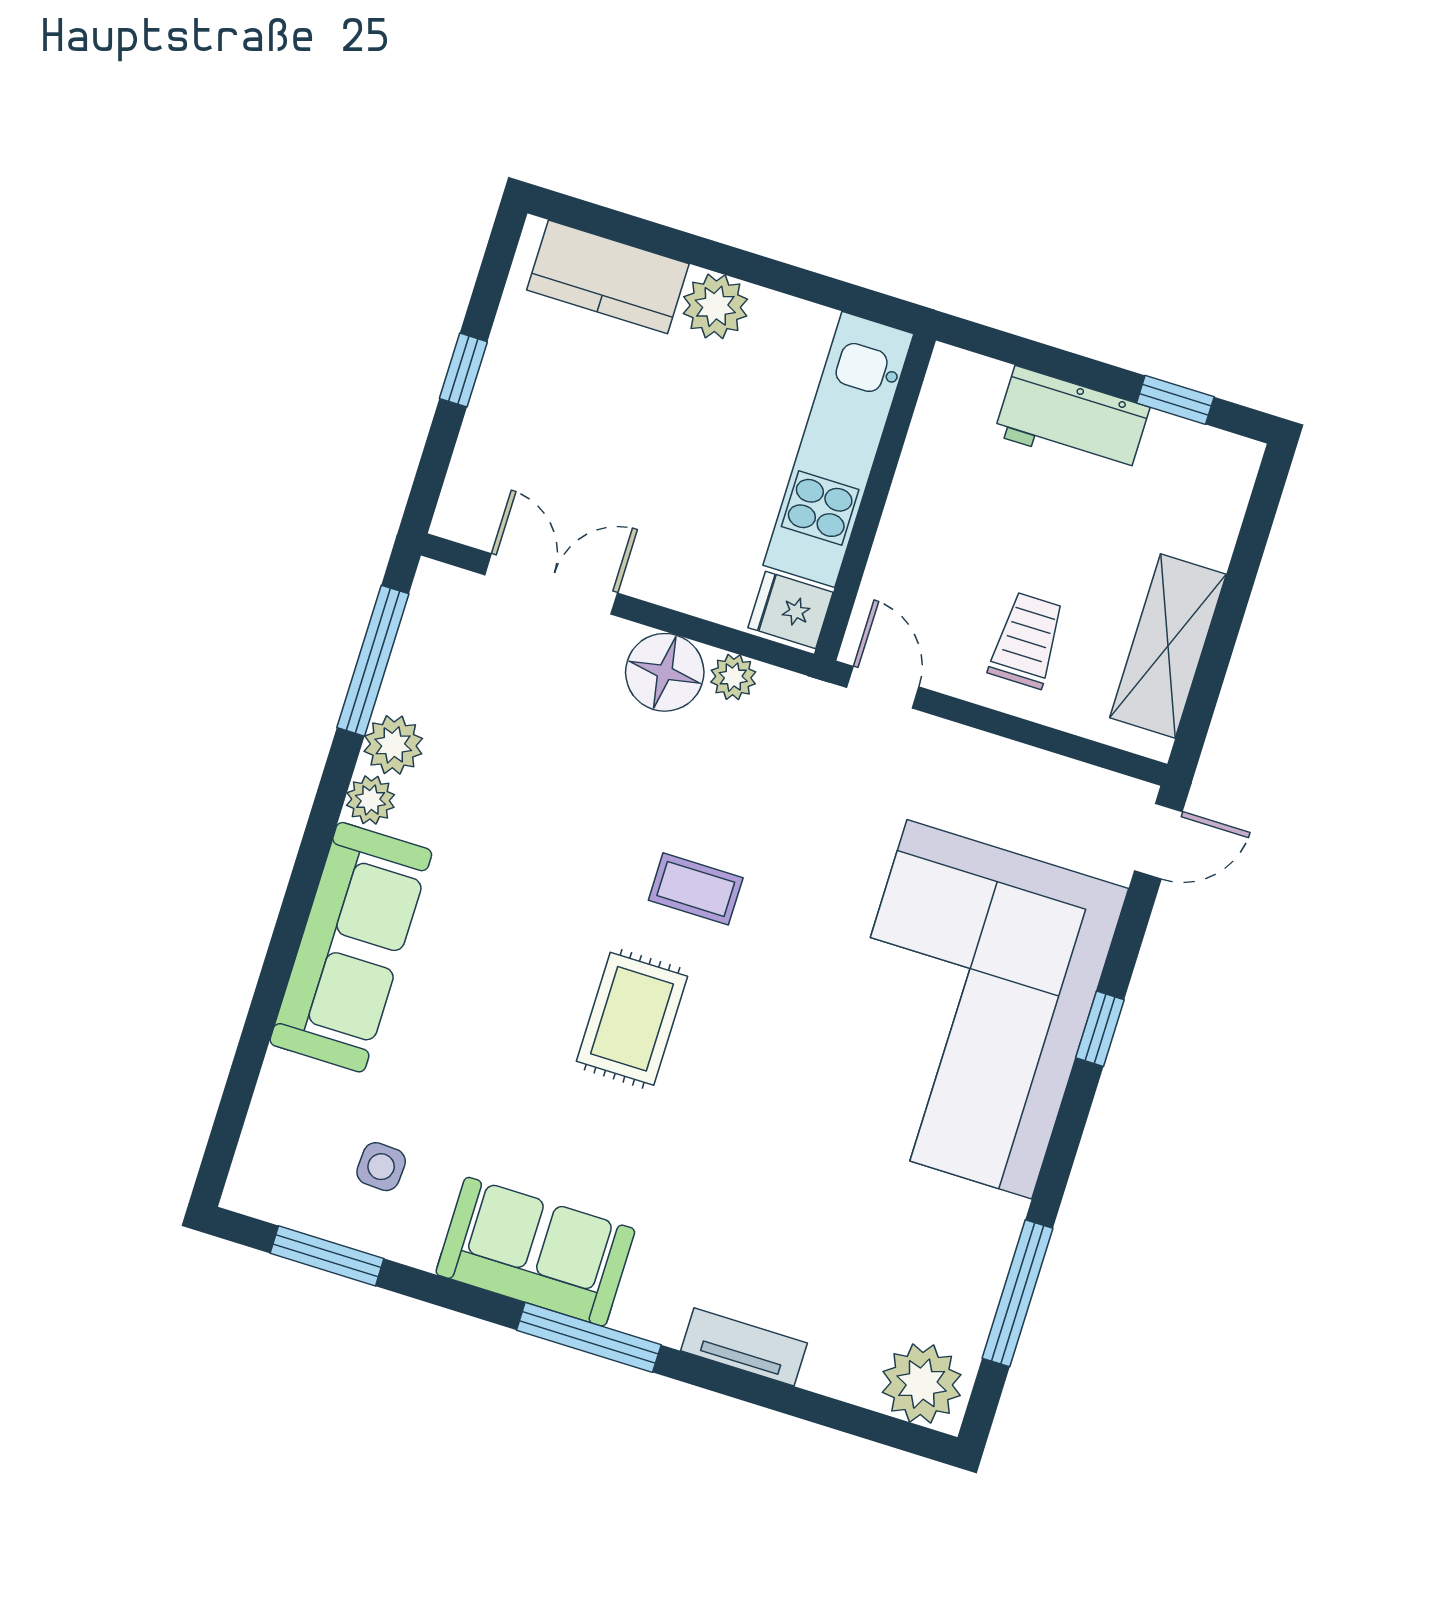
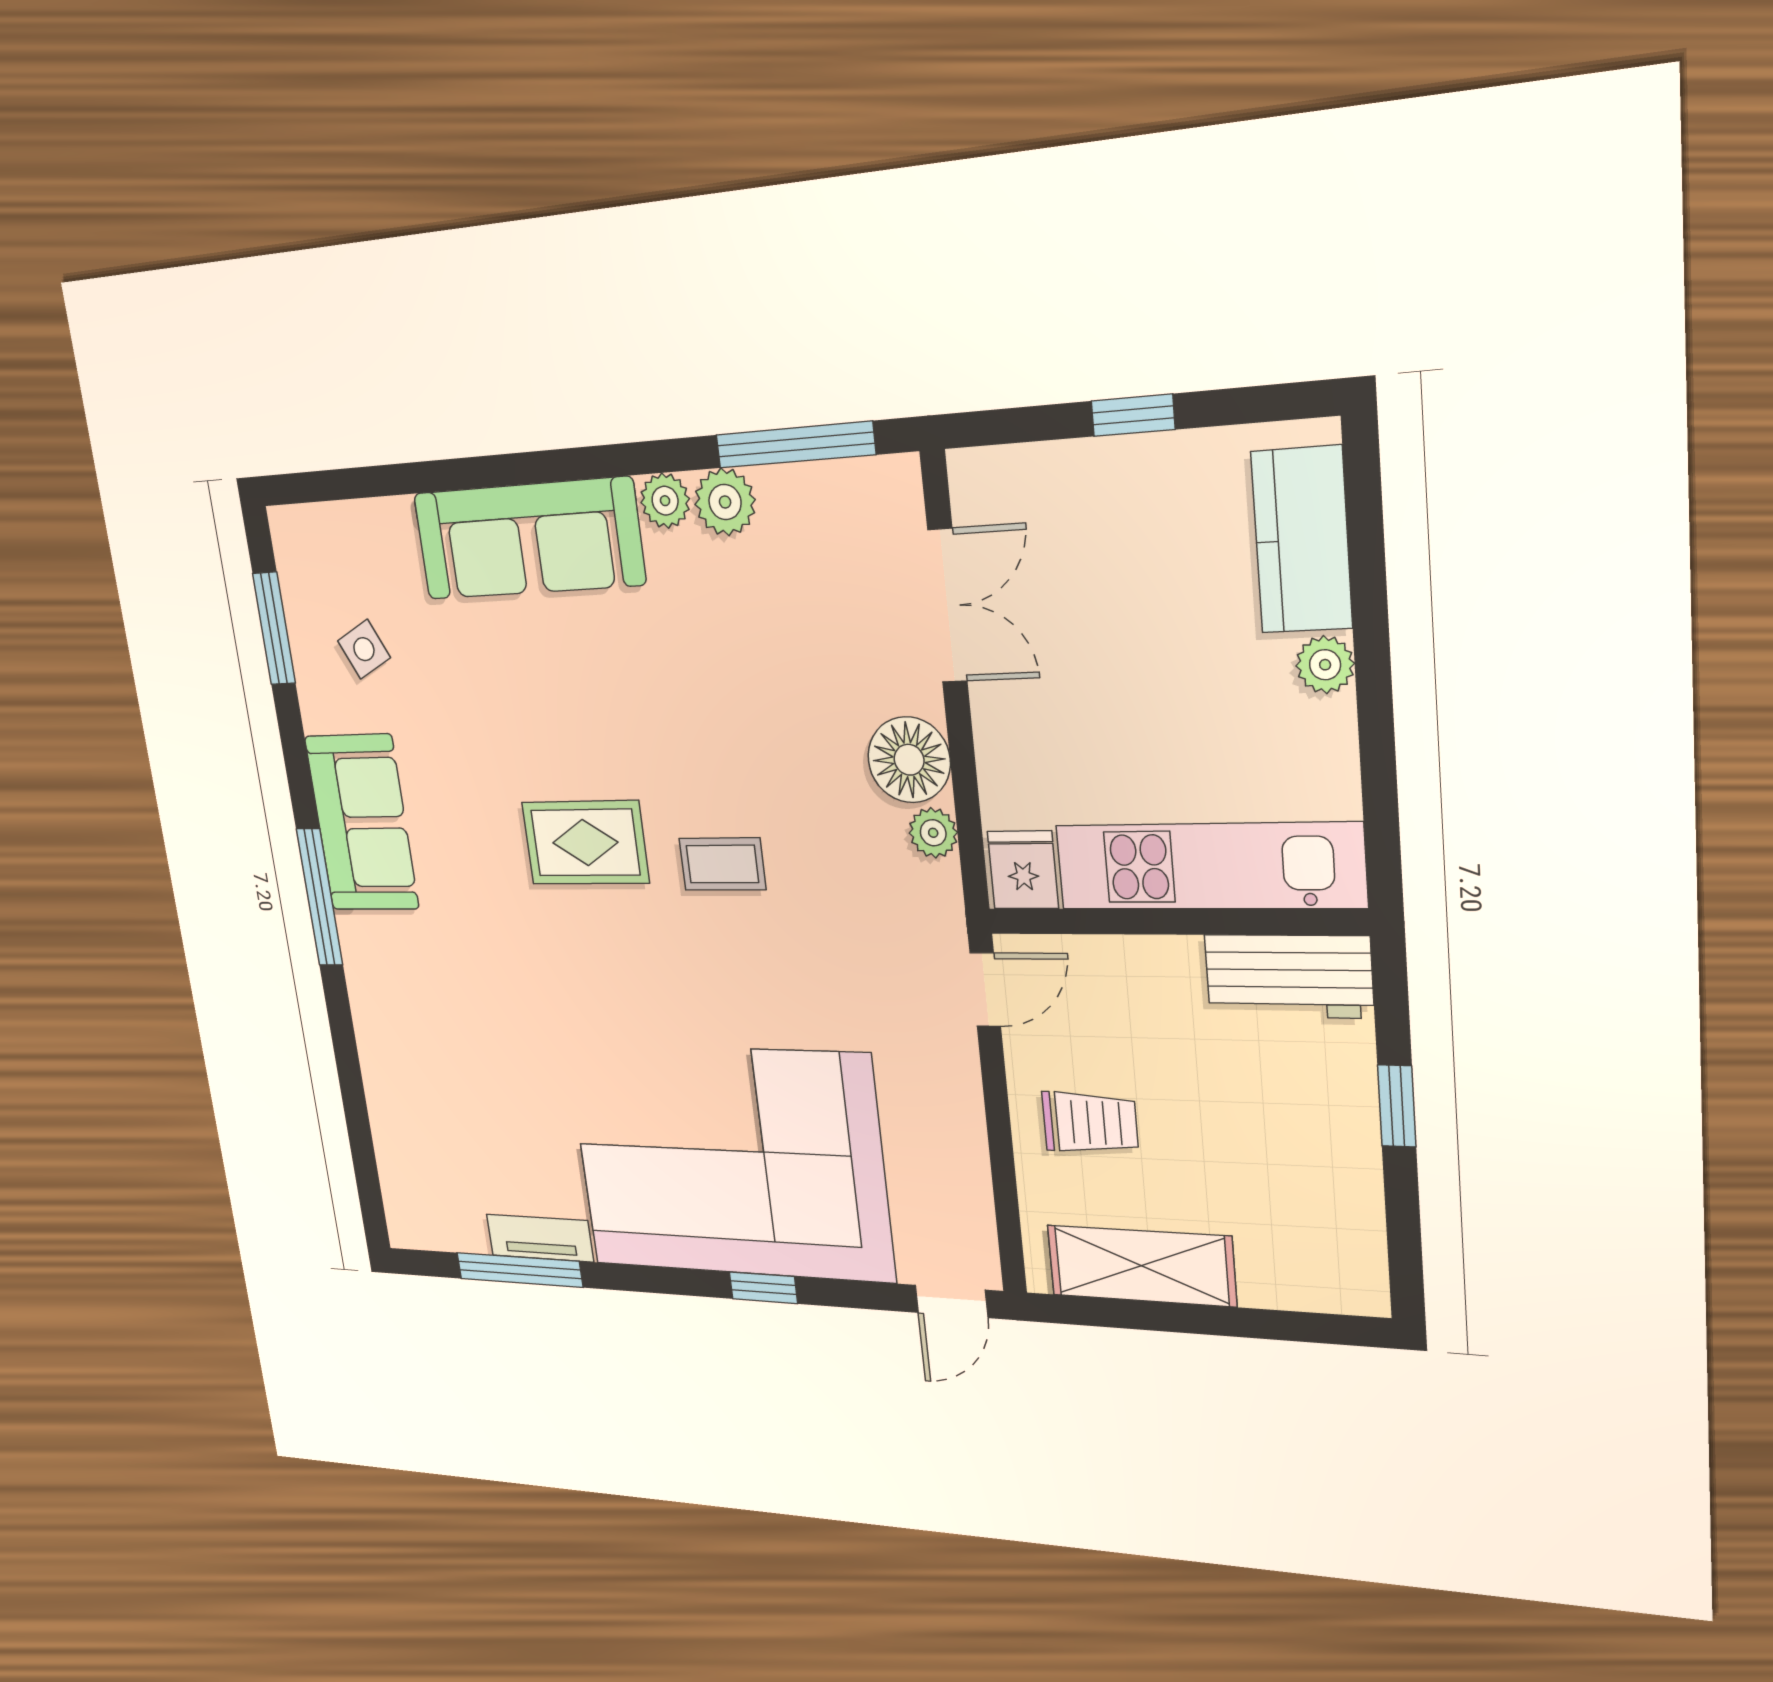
plant: (715, 306) -> (1325, 665), width x0.73, depth x0.73
window: (1175, 400) -> (1397, 1106), moved
workbench: (1072, 421) -> (1289, 976), moved, turned -90
door: (1158, 841) -> (951, 1301), hinge flipped
coffee table: (696, 889) -> (722, 864), turned 90
side table: (381, 1167) -> (364, 649), turned -30
tv unit: (744, 1347) -> (540, 1238), moved, turned -90
plant: (922, 1384) -> (416, 1205), removed

